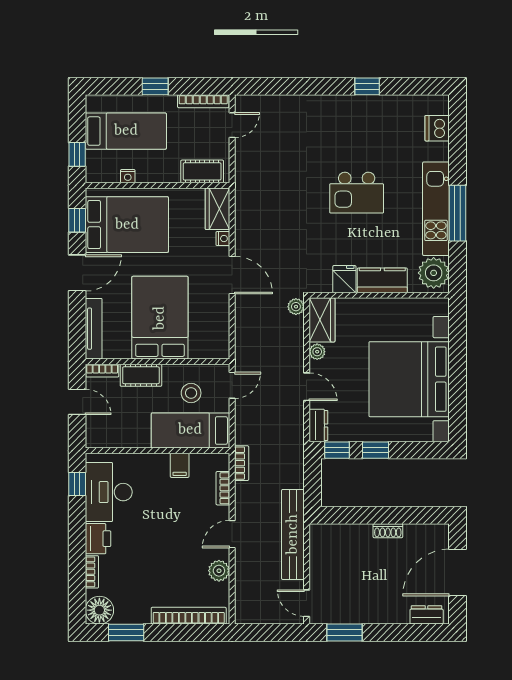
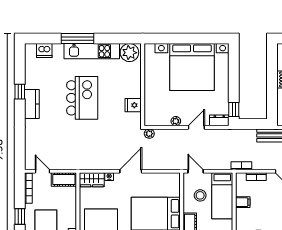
cot: (202, 171) -> (64, 179), moved, turned 90
kitchen island: (357, 193) -> (82, 98), width x1.37, depth x1.28
window: (457, 213) -> (77, 39), moved
kitchen counter: (382, 280) -> (32, 104), moved, turned 180
wardrobe: (322, 320) -> (157, 118), removed
window: (376, 450) -> (234, 87), removed

